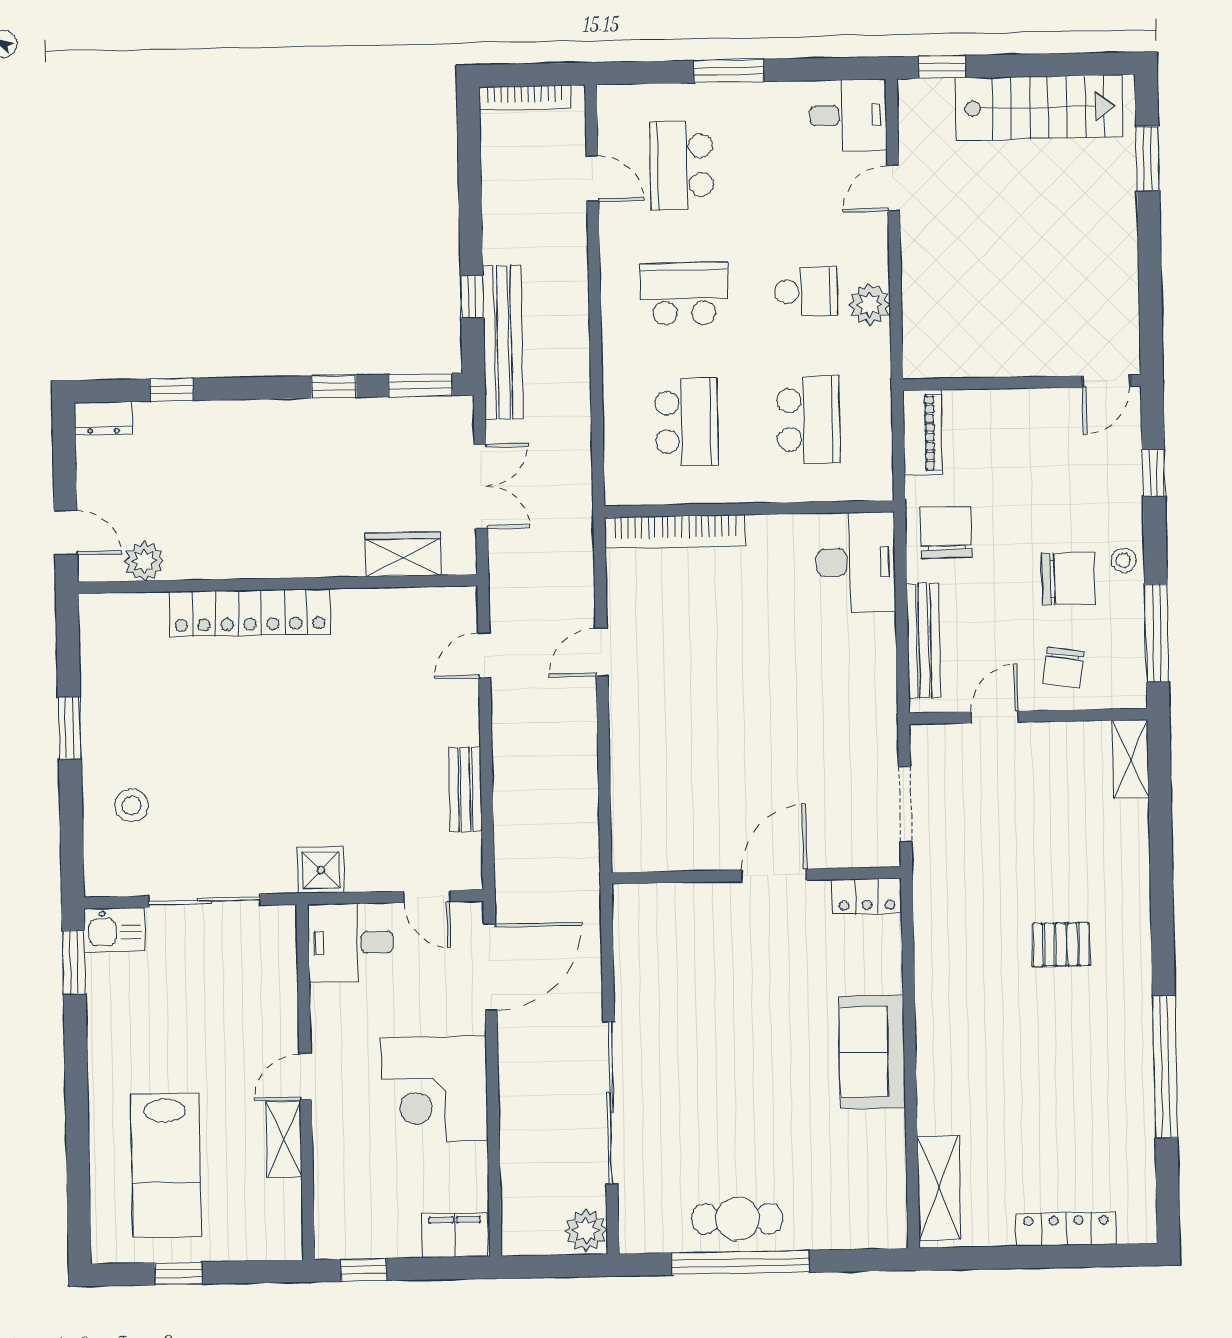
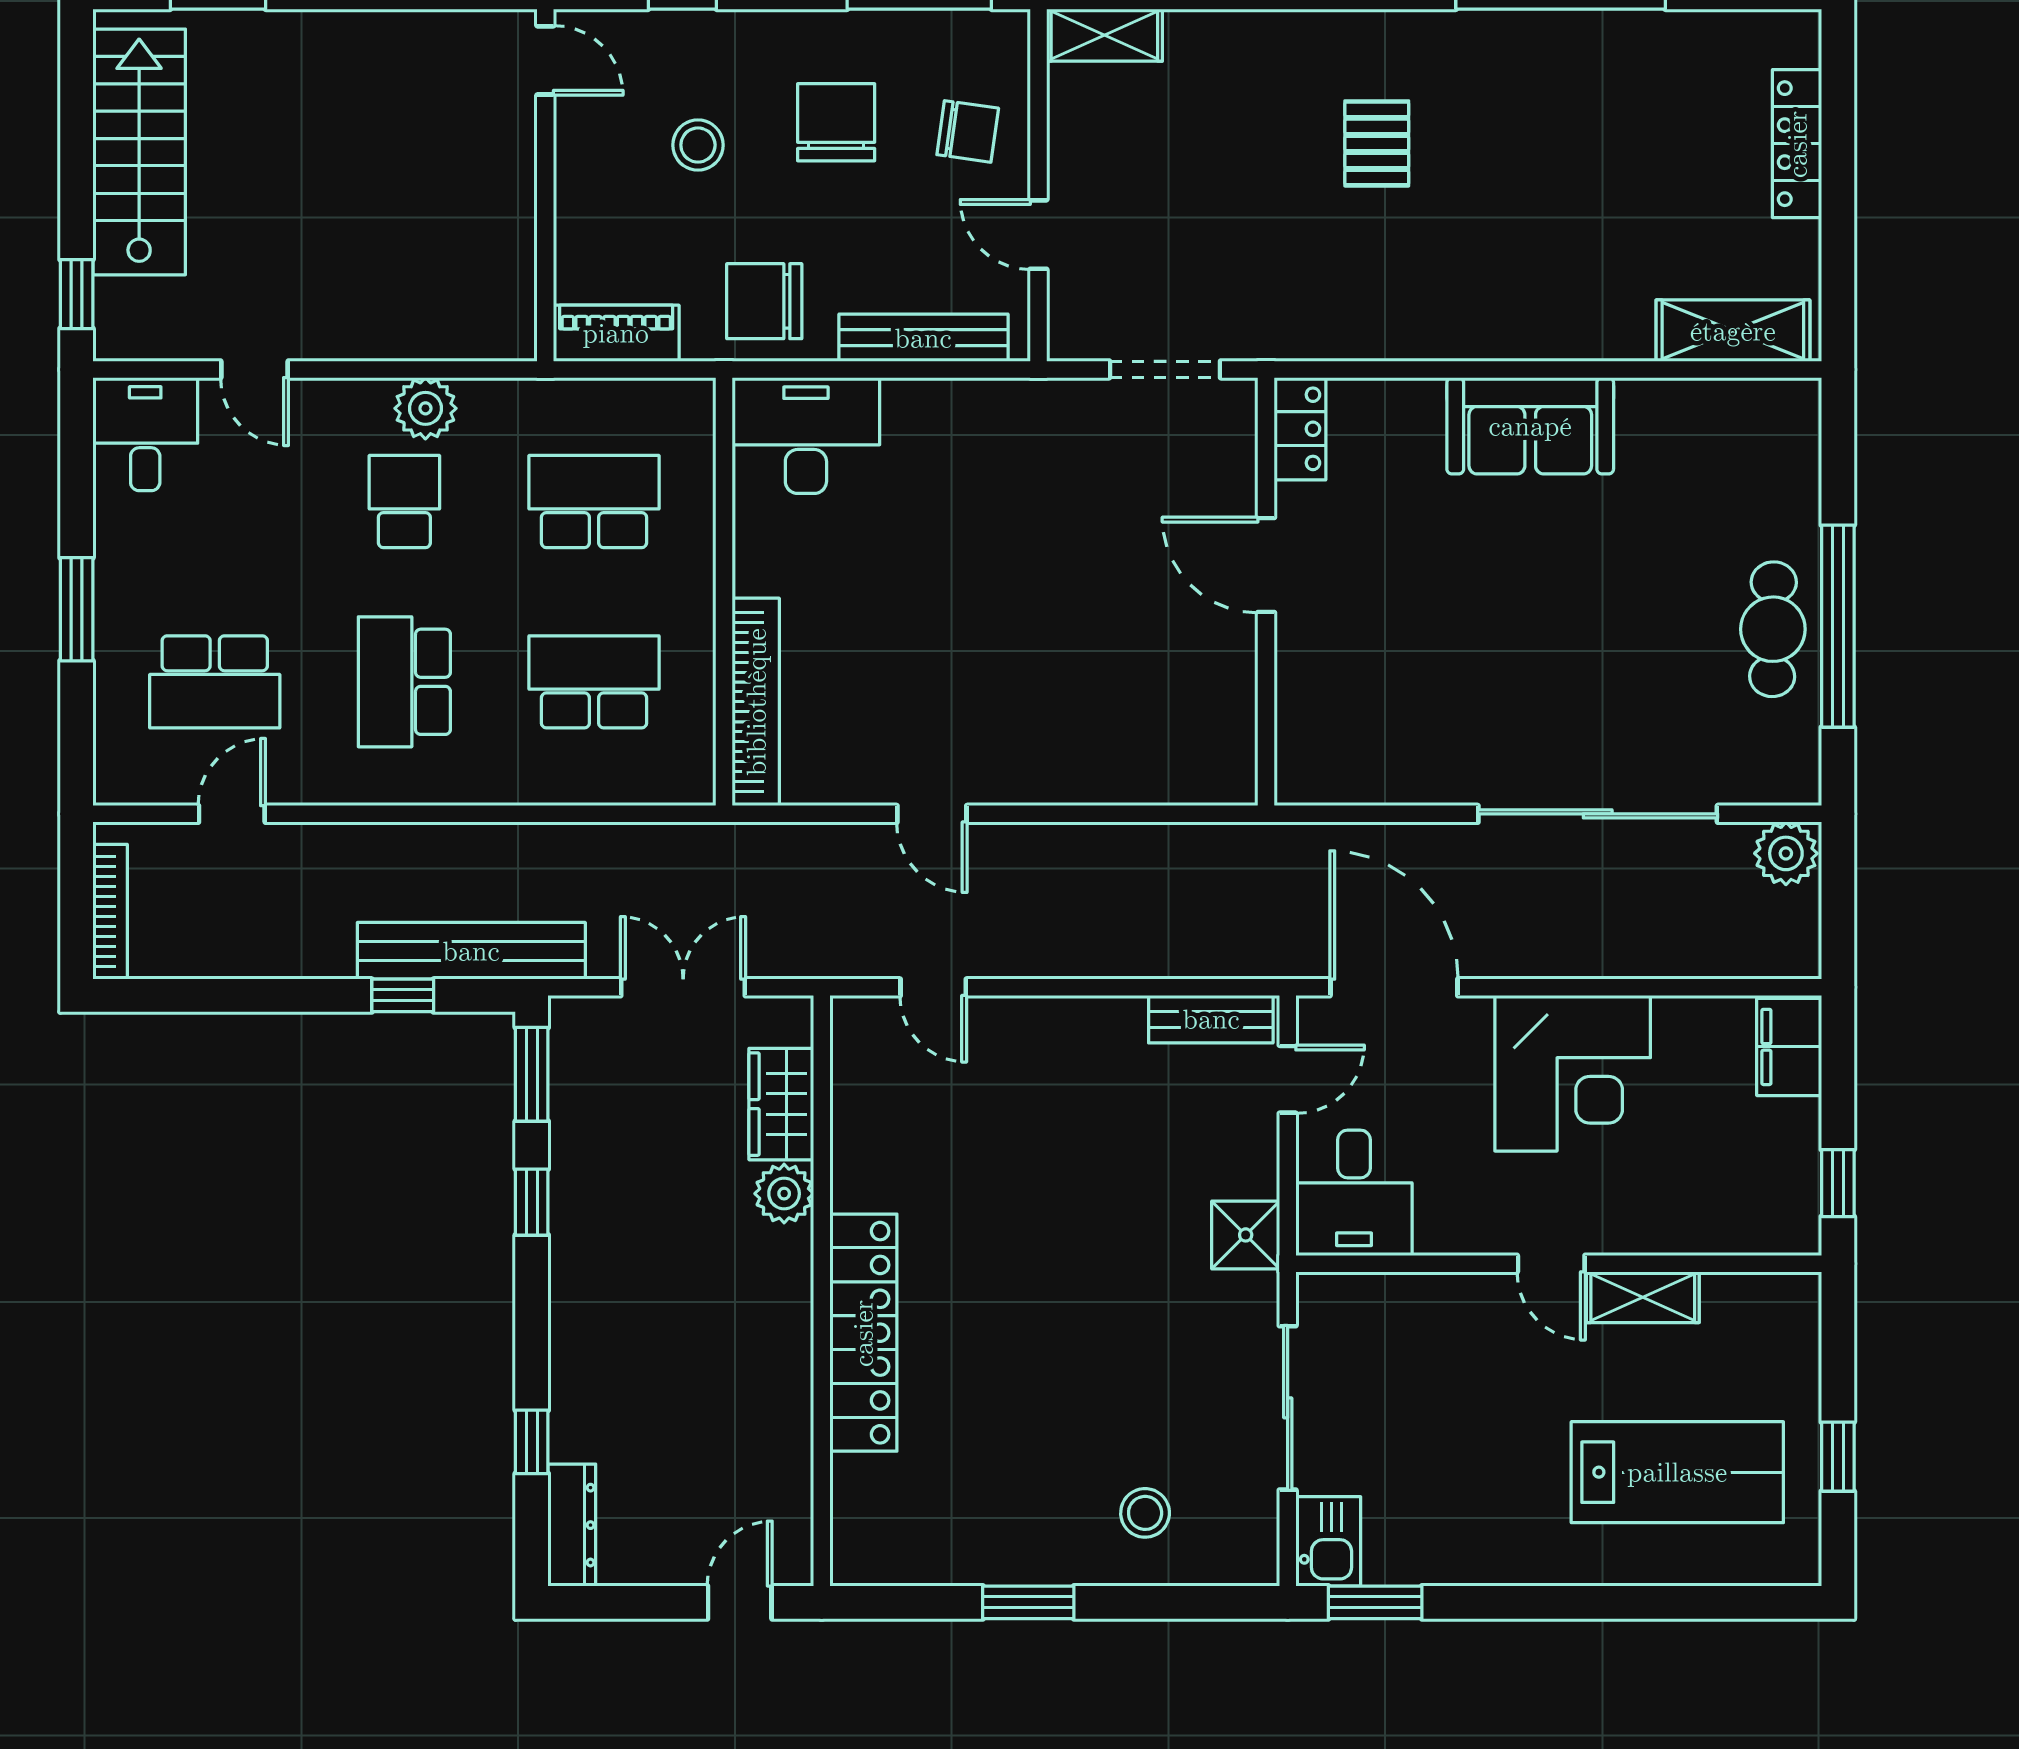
dresser: (103, 418) -> (572, 1525), width x1.44
stool: (1123, 560) -> (698, 145), moved, width x1.37, depth x1.37
plant: (144, 561) -> (784, 1194), moved
bench: (465, 790) -> (1211, 1019), moved

